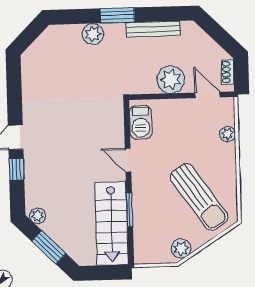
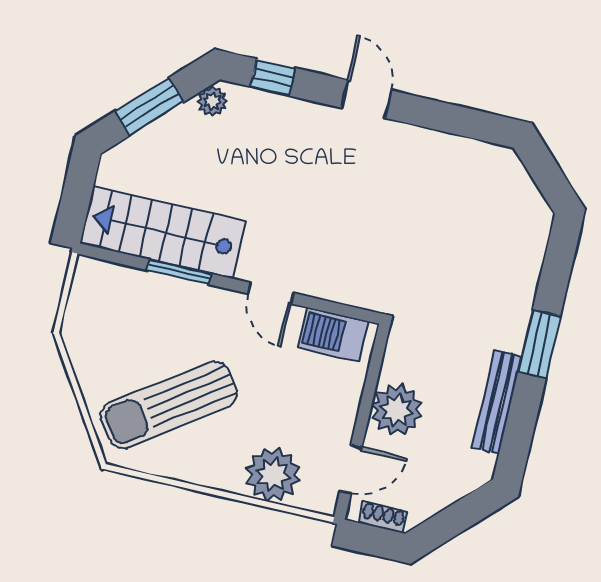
plant: (93, 34) -> (517, 290), removed
plant: (228, 134) -> (273, 475), width x1.88, depth x1.88
door: (128, 160) -> (270, 293), swing flipped
window: (17, 169) -> (273, 77), moved
plant: (181, 249) -> (84, 347), removed

